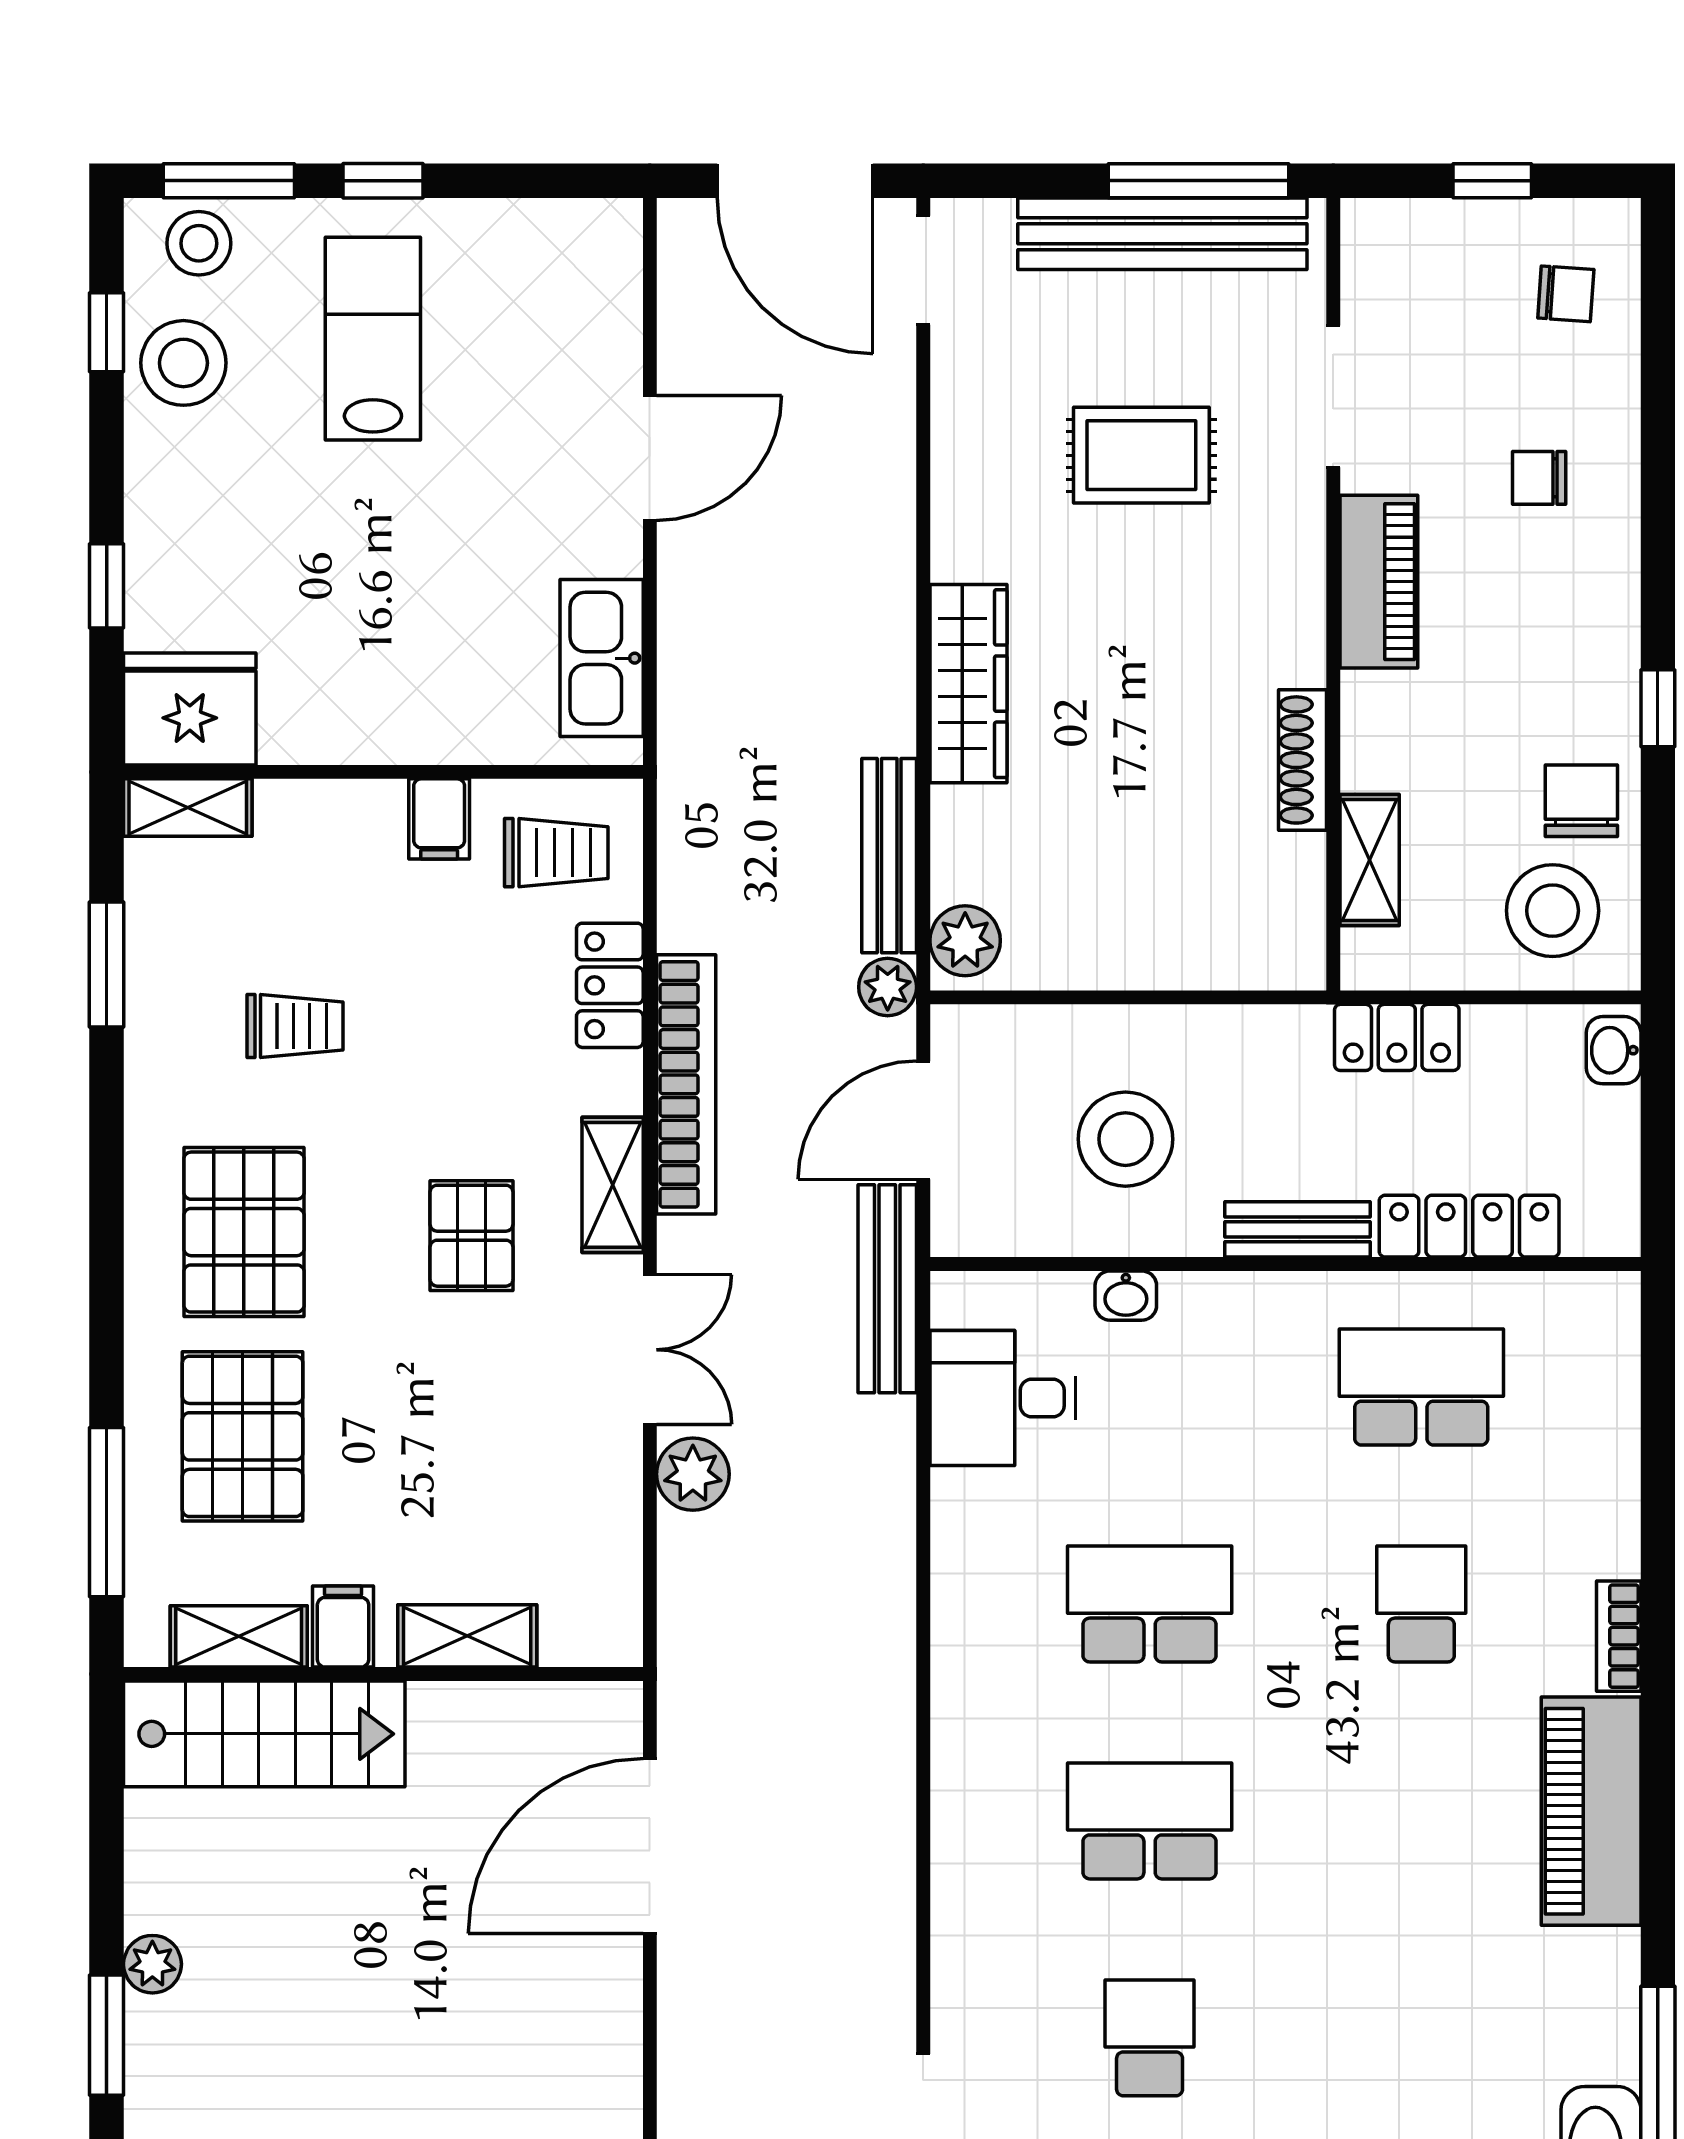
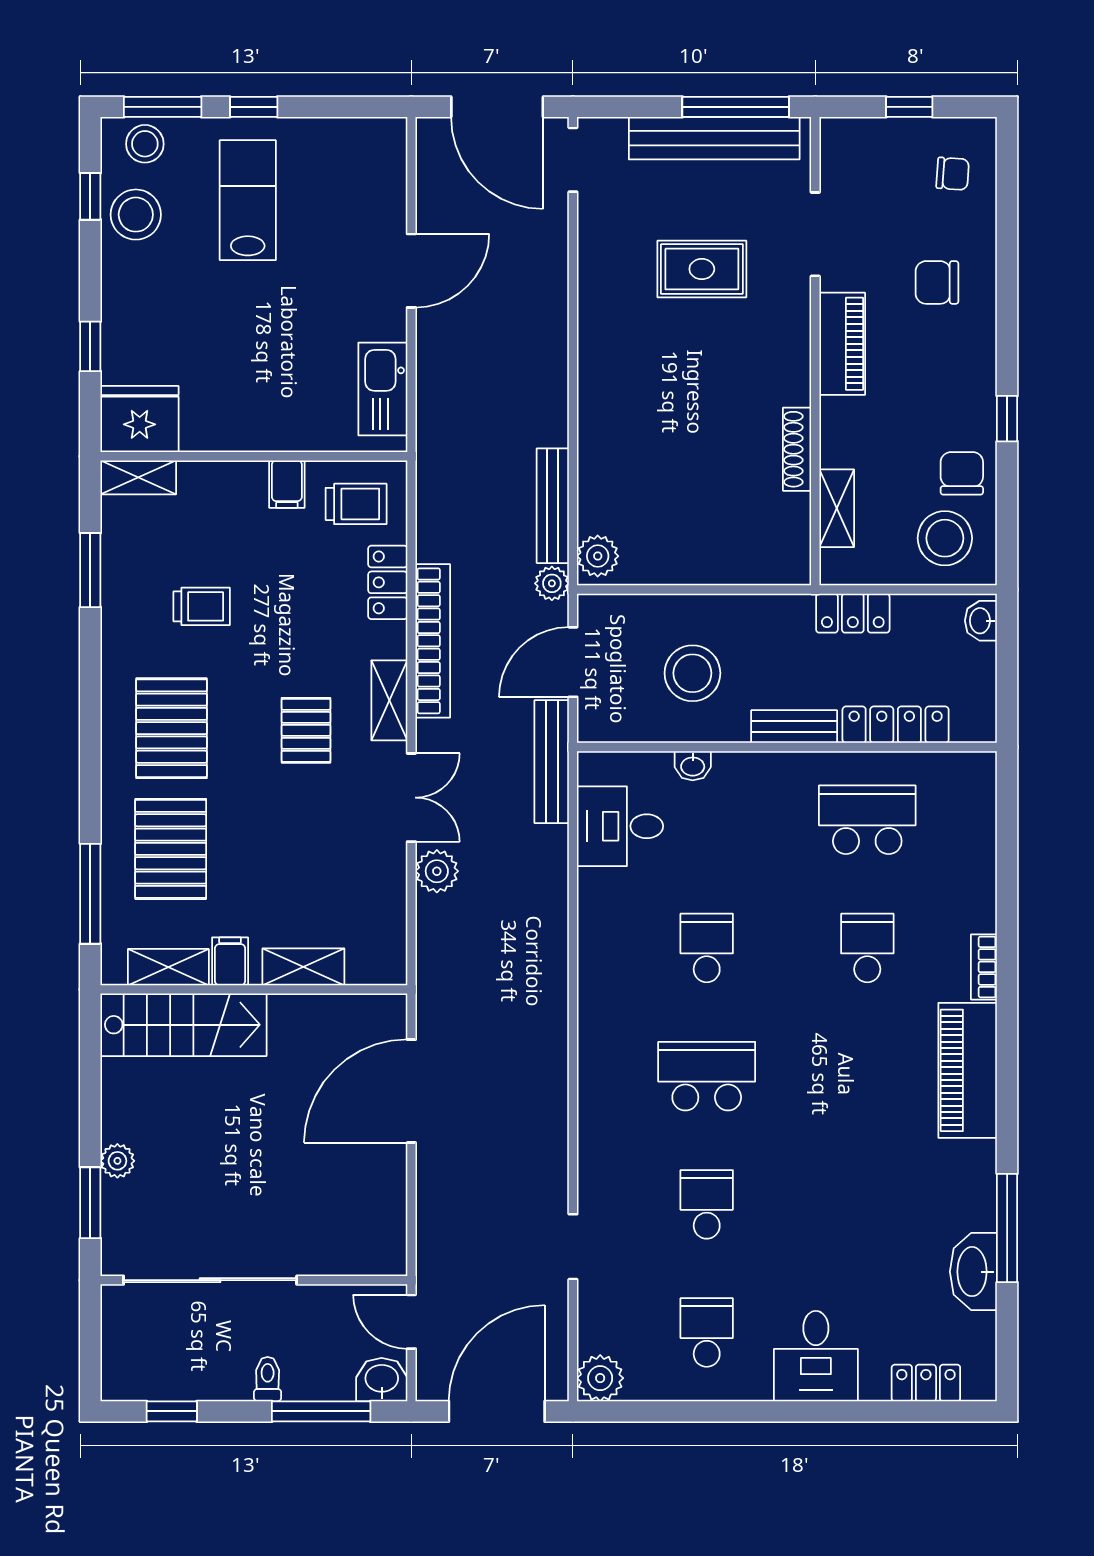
chair: (1539, 478) -> (937, 282), width x1.37, depth x1.37
wardrobe: (968, 684) -> (600, 404), removed
school desk: (1150, 1604) -> (707, 948), width x0.54

